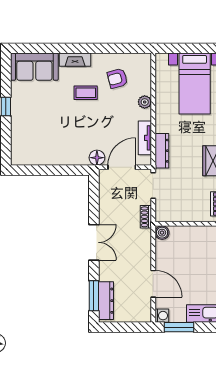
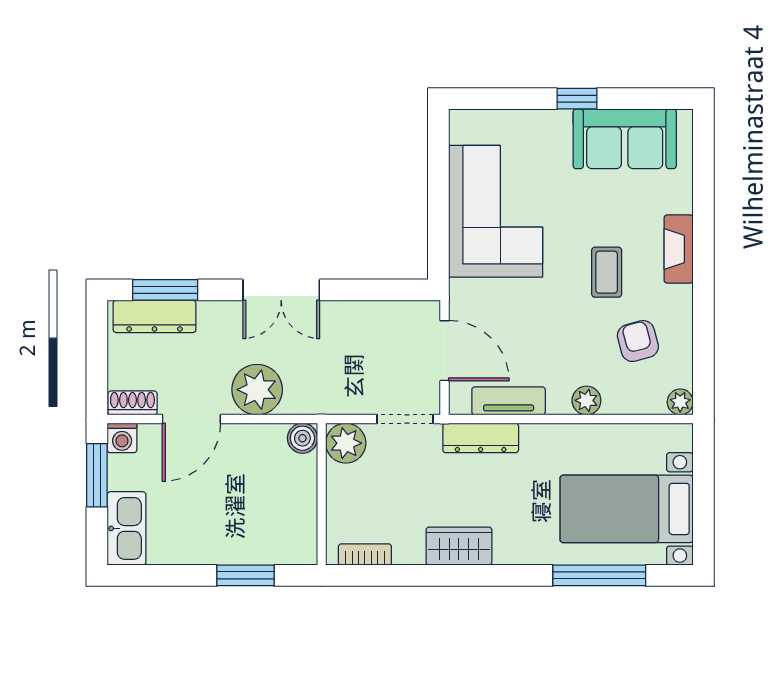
plant: (145, 59) -> (680, 402), added
sofa: (34, 67) -> (625, 139), moved, turned -90
corner sofa: (58, 144) -> (496, 211), added
floor lamp: (97, 158) -> (465, 297), removed
plant: (164, 213) -> (346, 443), added
shoe rack: (146, 217) -> (132, 403), moved
plant: (140, 254) -> (257, 390), added

